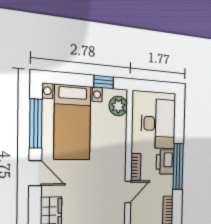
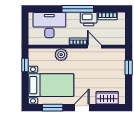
plant: (118, 106) -> (61, 55), moved
window: (36, 124) -> (53, 108), width x0.69
printer: (165, 162) -> (89, 19), moved

